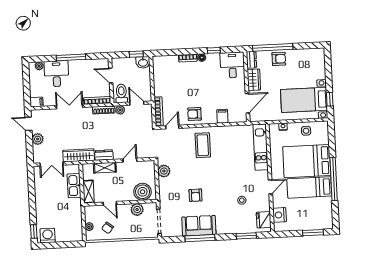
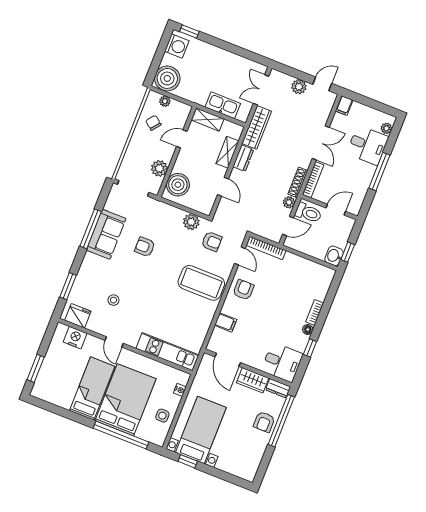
coffee table: (203, 145) -> (201, 283), width x1.36, depth x1.32
armchair: (171, 151) -> (212, 241), added
window: (334, 179) -> (121, 435), moved
boiler: (73, 232) -> (167, 78), added

